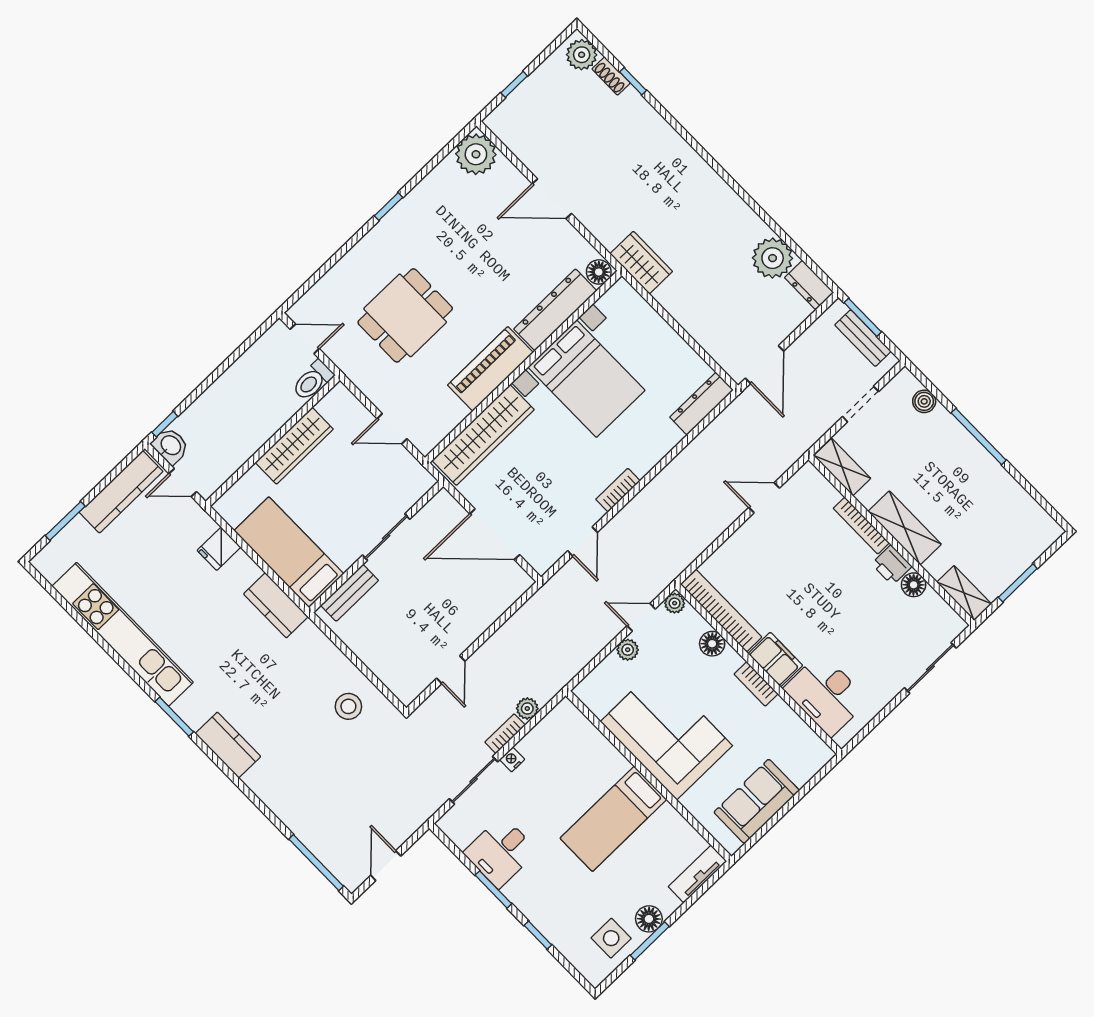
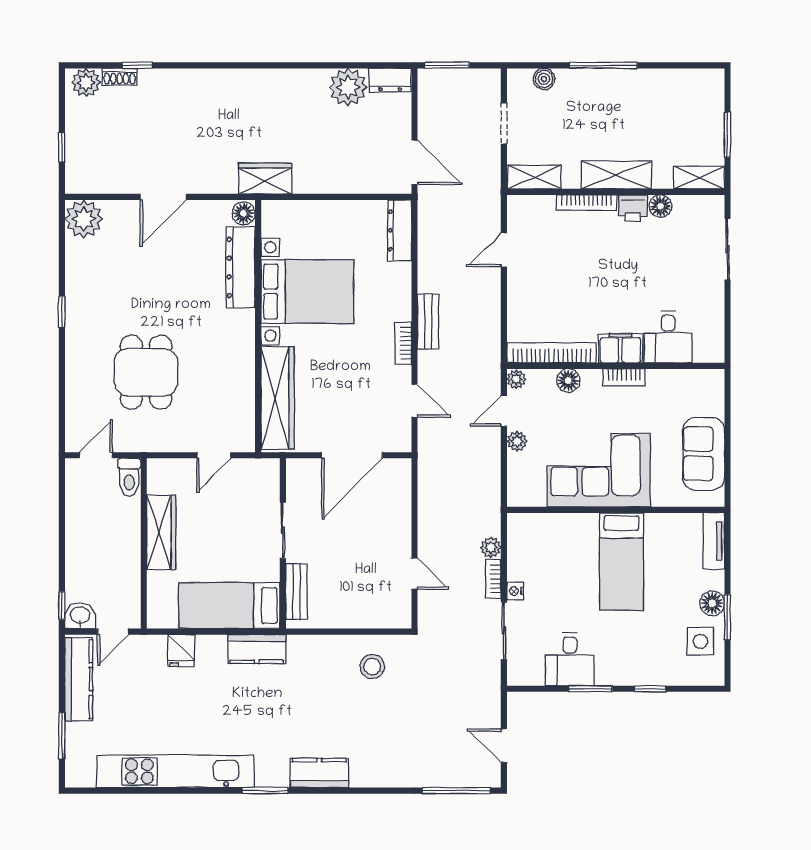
bench: (863, 338) -> (428, 322), moved, turned 90
piano: (490, 369) -> (238, 350), removed
desk: (826, 695) -> (668, 337), width x0.73

